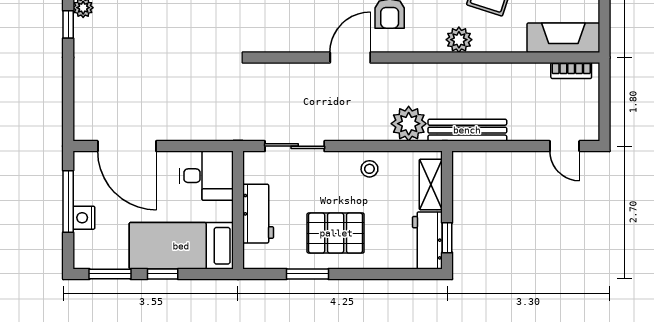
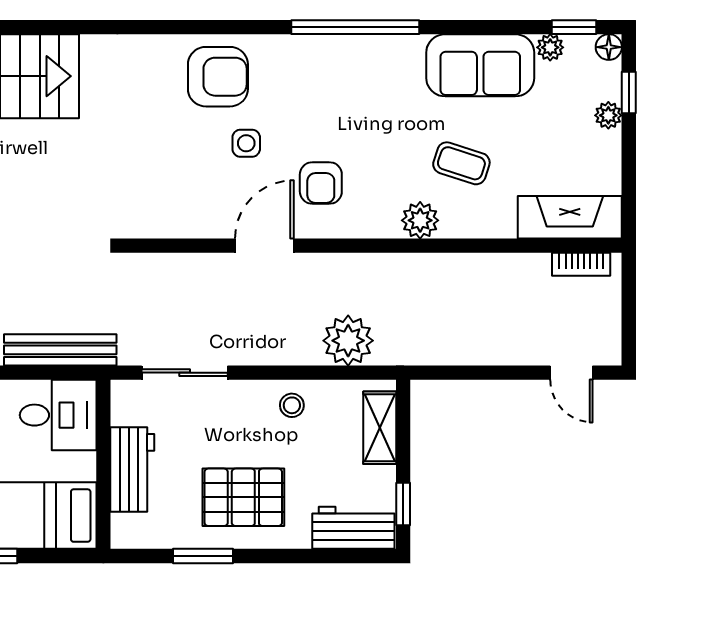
bench: (467, 130) -> (60, 350), moved
workbench: (427, 240) -> (353, 528), moved, turned 90

